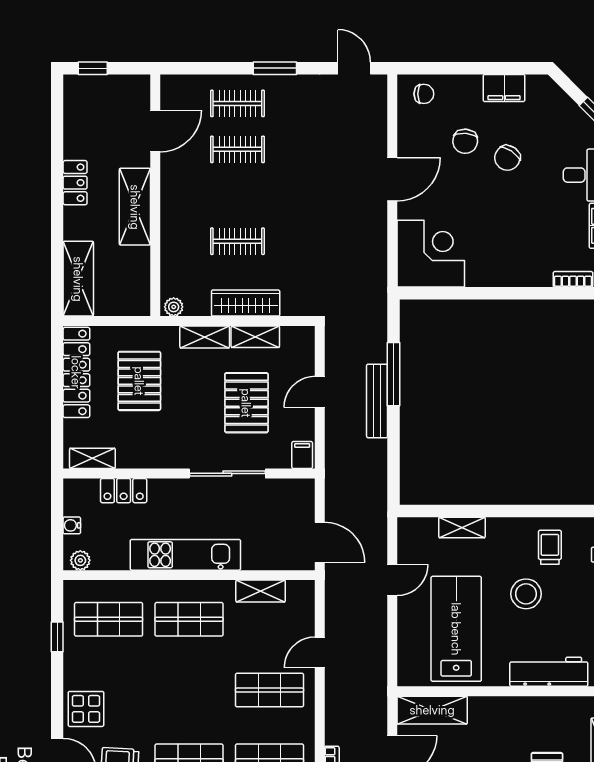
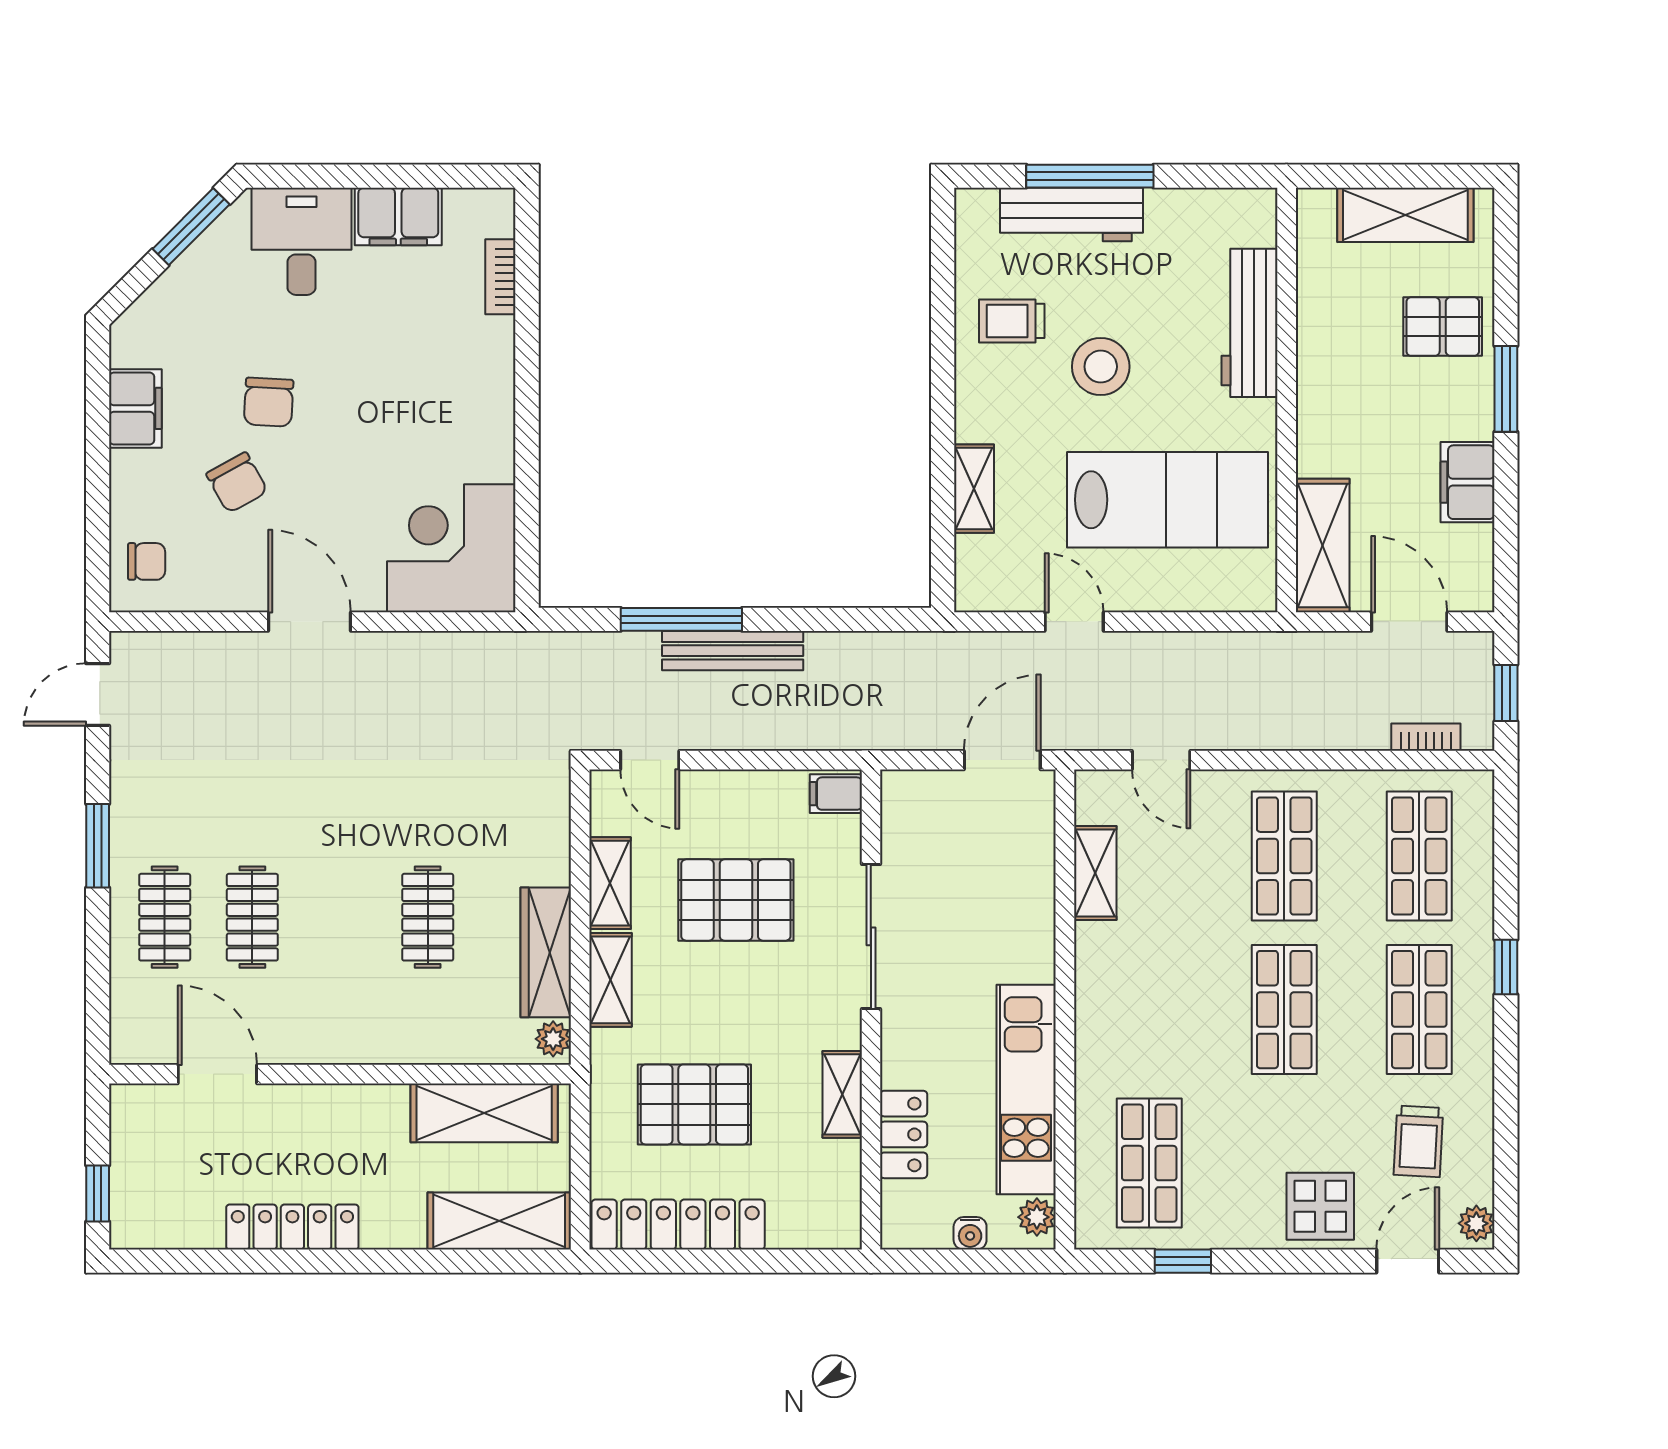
chair: (424, 94) -> (147, 561), turned 90
chair: (465, 141) -> (237, 483), turned 56
chair: (507, 158) -> (269, 402), turned 59
locker: (75, 183) -> (292, 1227), width x1.53
shelving: (135, 207) -> (484, 1113), moved
wardrobe: (246, 303) -> (546, 952), moved
door: (320, 392) -> (650, 760), moved
shelving: (92, 458) -> (842, 1094), moved
kitchen unit: (185, 555) -> (1026, 1089), moved
shop shelf: (189, 619) -> (1284, 1010), moved
lab bench: (456, 629) -> (1167, 500), turned 180
door: (320, 652) -> (1161, 760), moved

